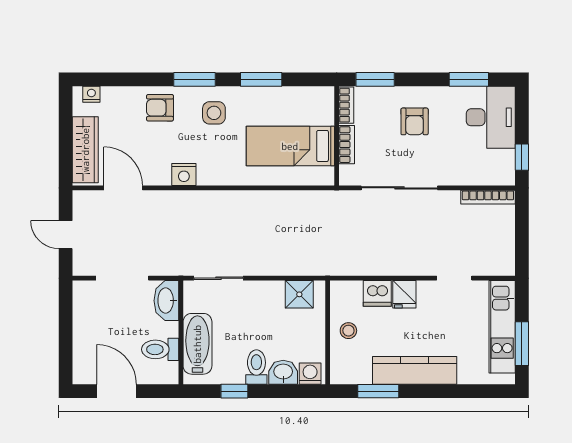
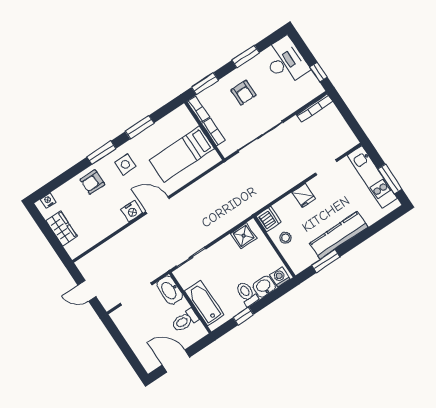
window: (469, 79) -> (246, 57), moved
wardrobe: (85, 150) -> (62, 228), width x0.67
door: (123, 188) -> (157, 205), moved
dishwasher: (377, 293) -> (268, 219), moved, turned -90

